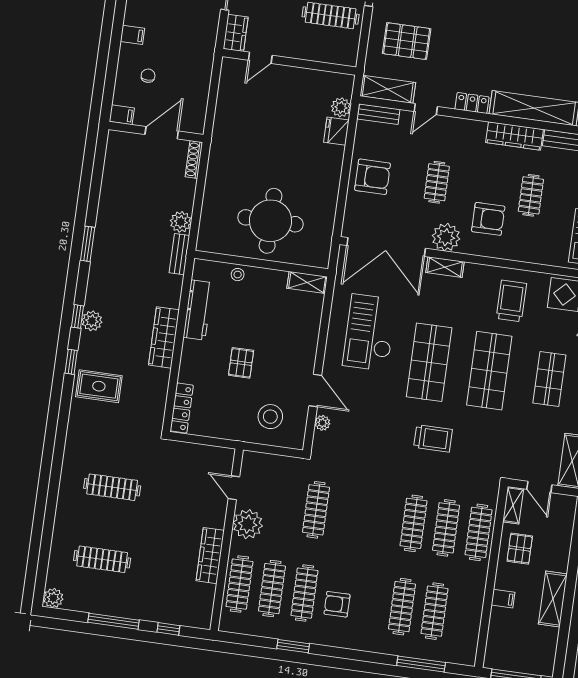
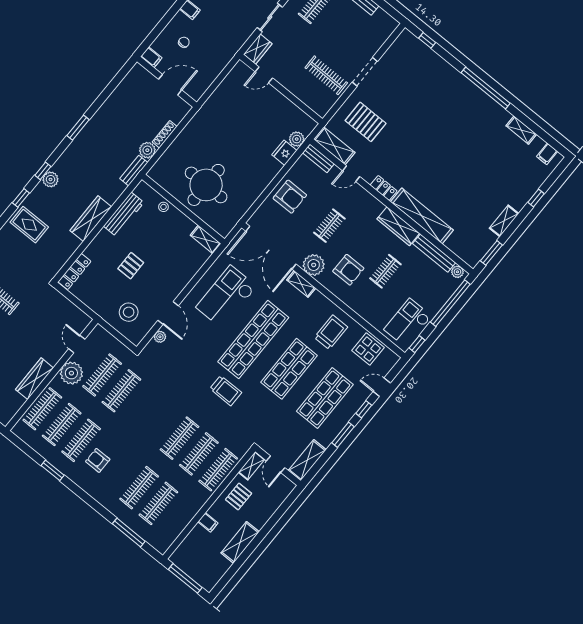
shoe rack: (194, 160) -> (165, 134), moved
shop shelf: (429, 362) -> (253, 340), width x1.40
shop shelf: (549, 379) -> (325, 398), width x1.43, depth x1.36
clothes rail: (283, 505) -> (102, 375), added

